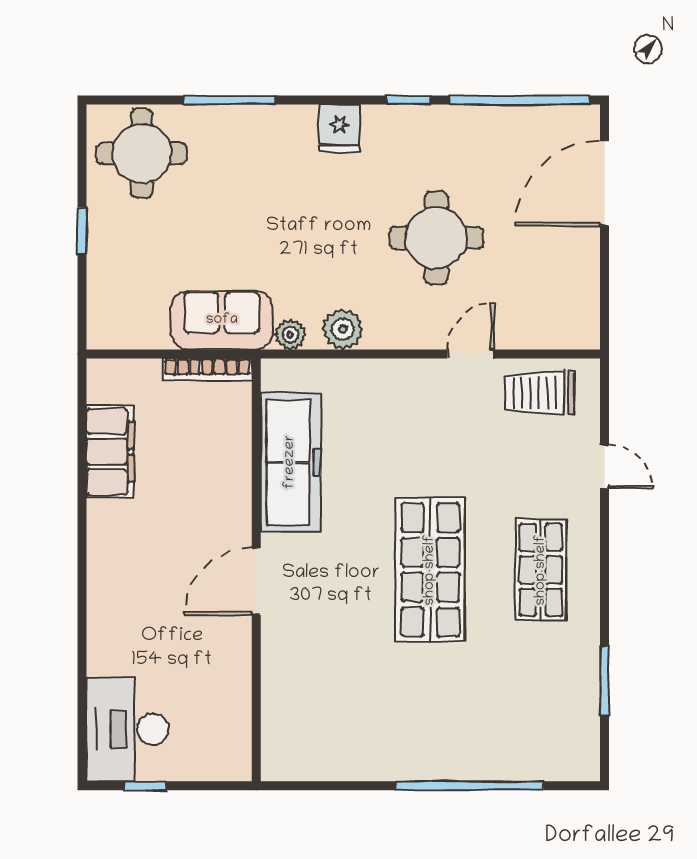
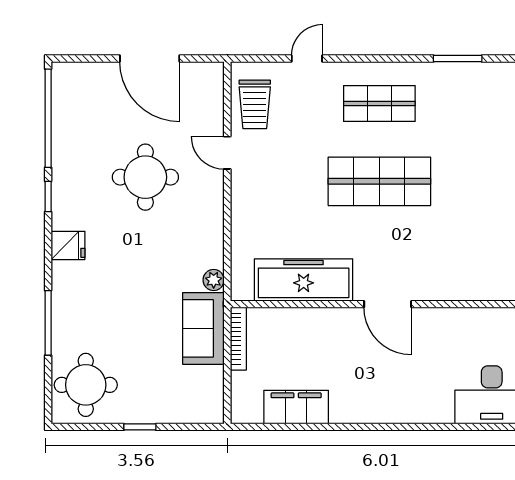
door: (604, 183) -> (150, 59), moved
plant: (343, 329) -> (210, 243), removed

